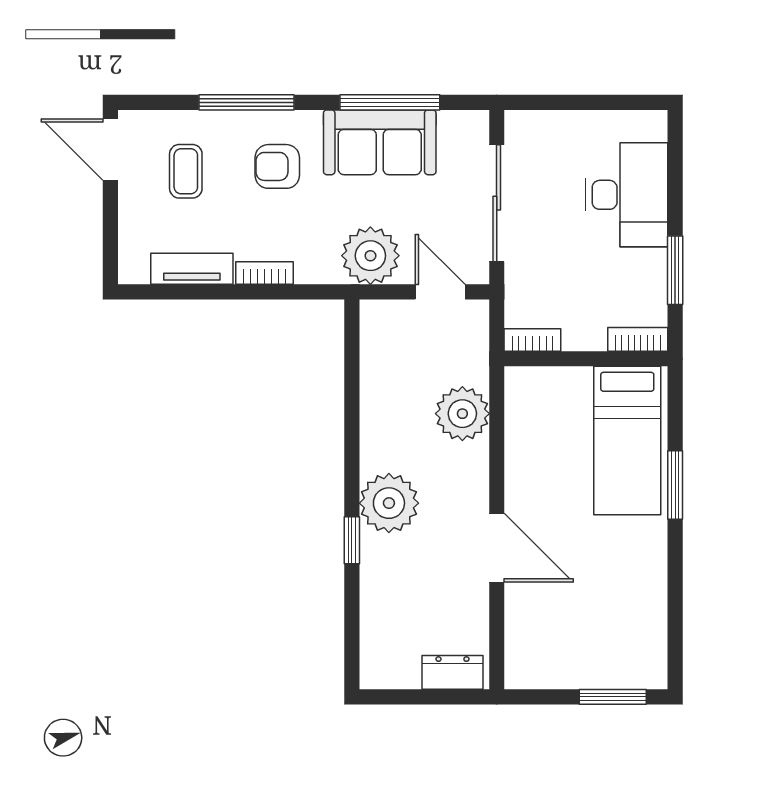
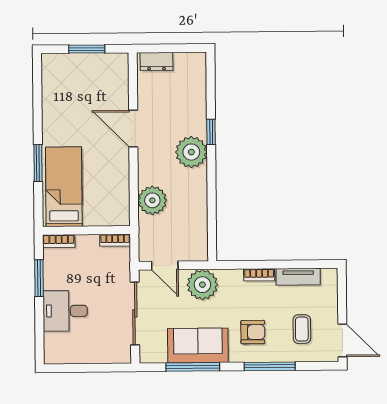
desk: (627, 195) -> (65, 311), width x0.73
window: (613, 697) -> (87, 49), moved

